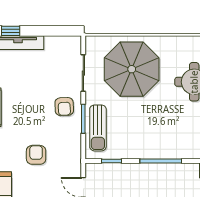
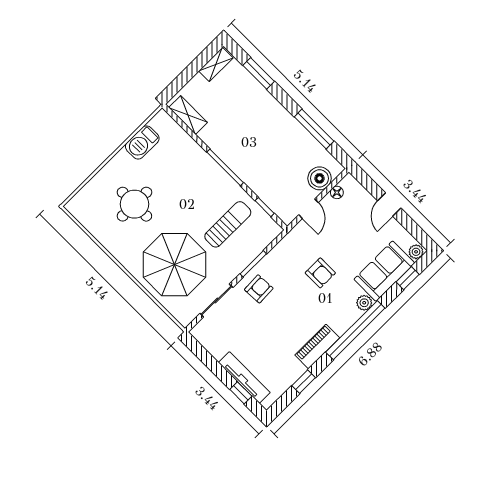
sun lounger: (98, 128) -> (228, 224), moved
armchair: (36, 155) -> (320, 273), turned -90

